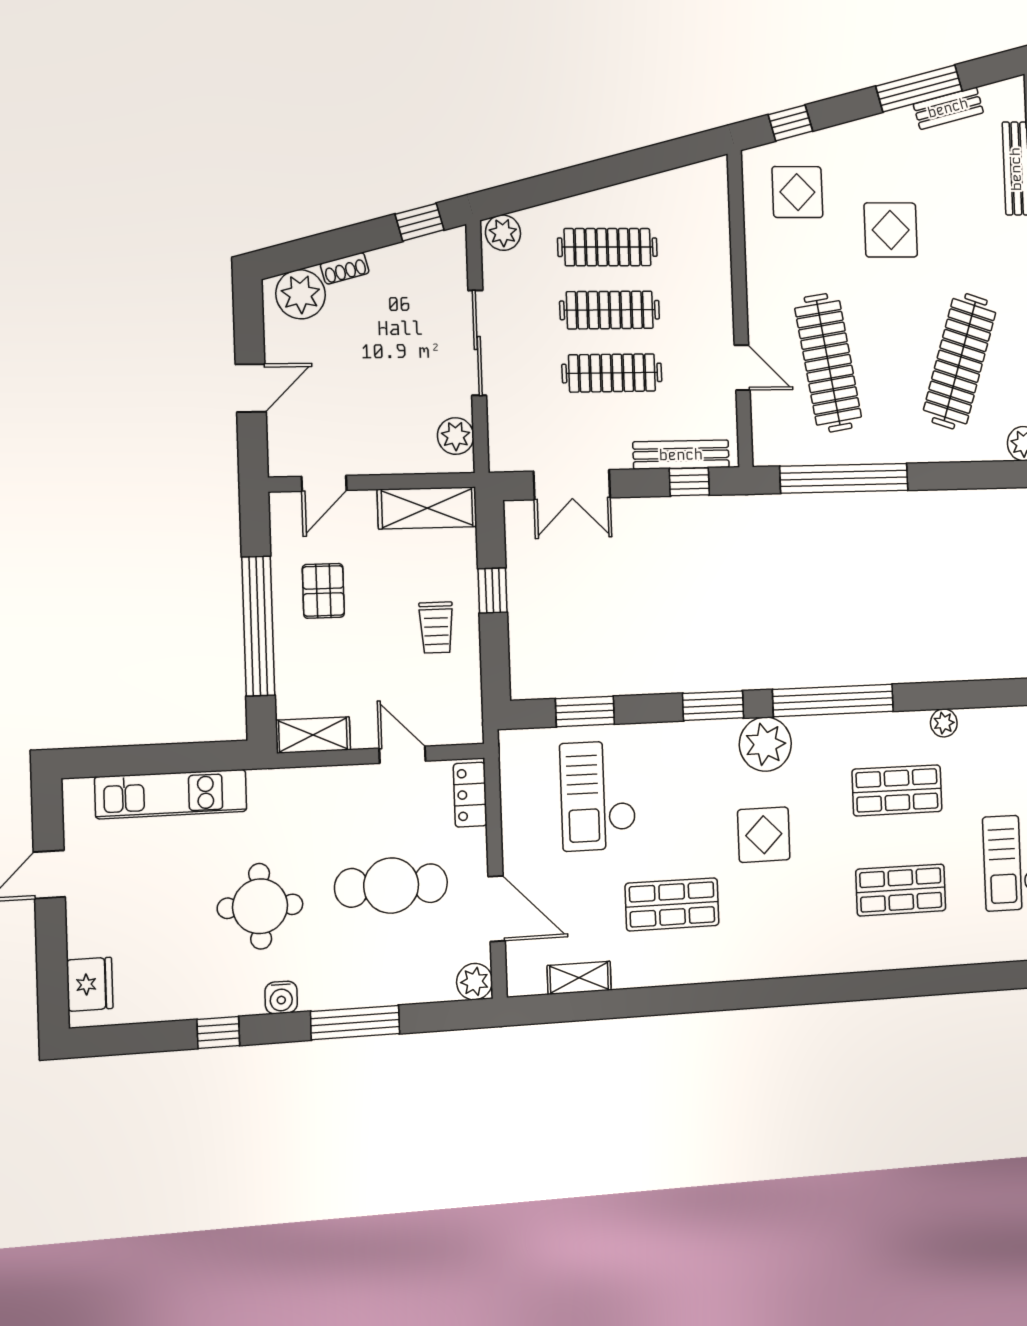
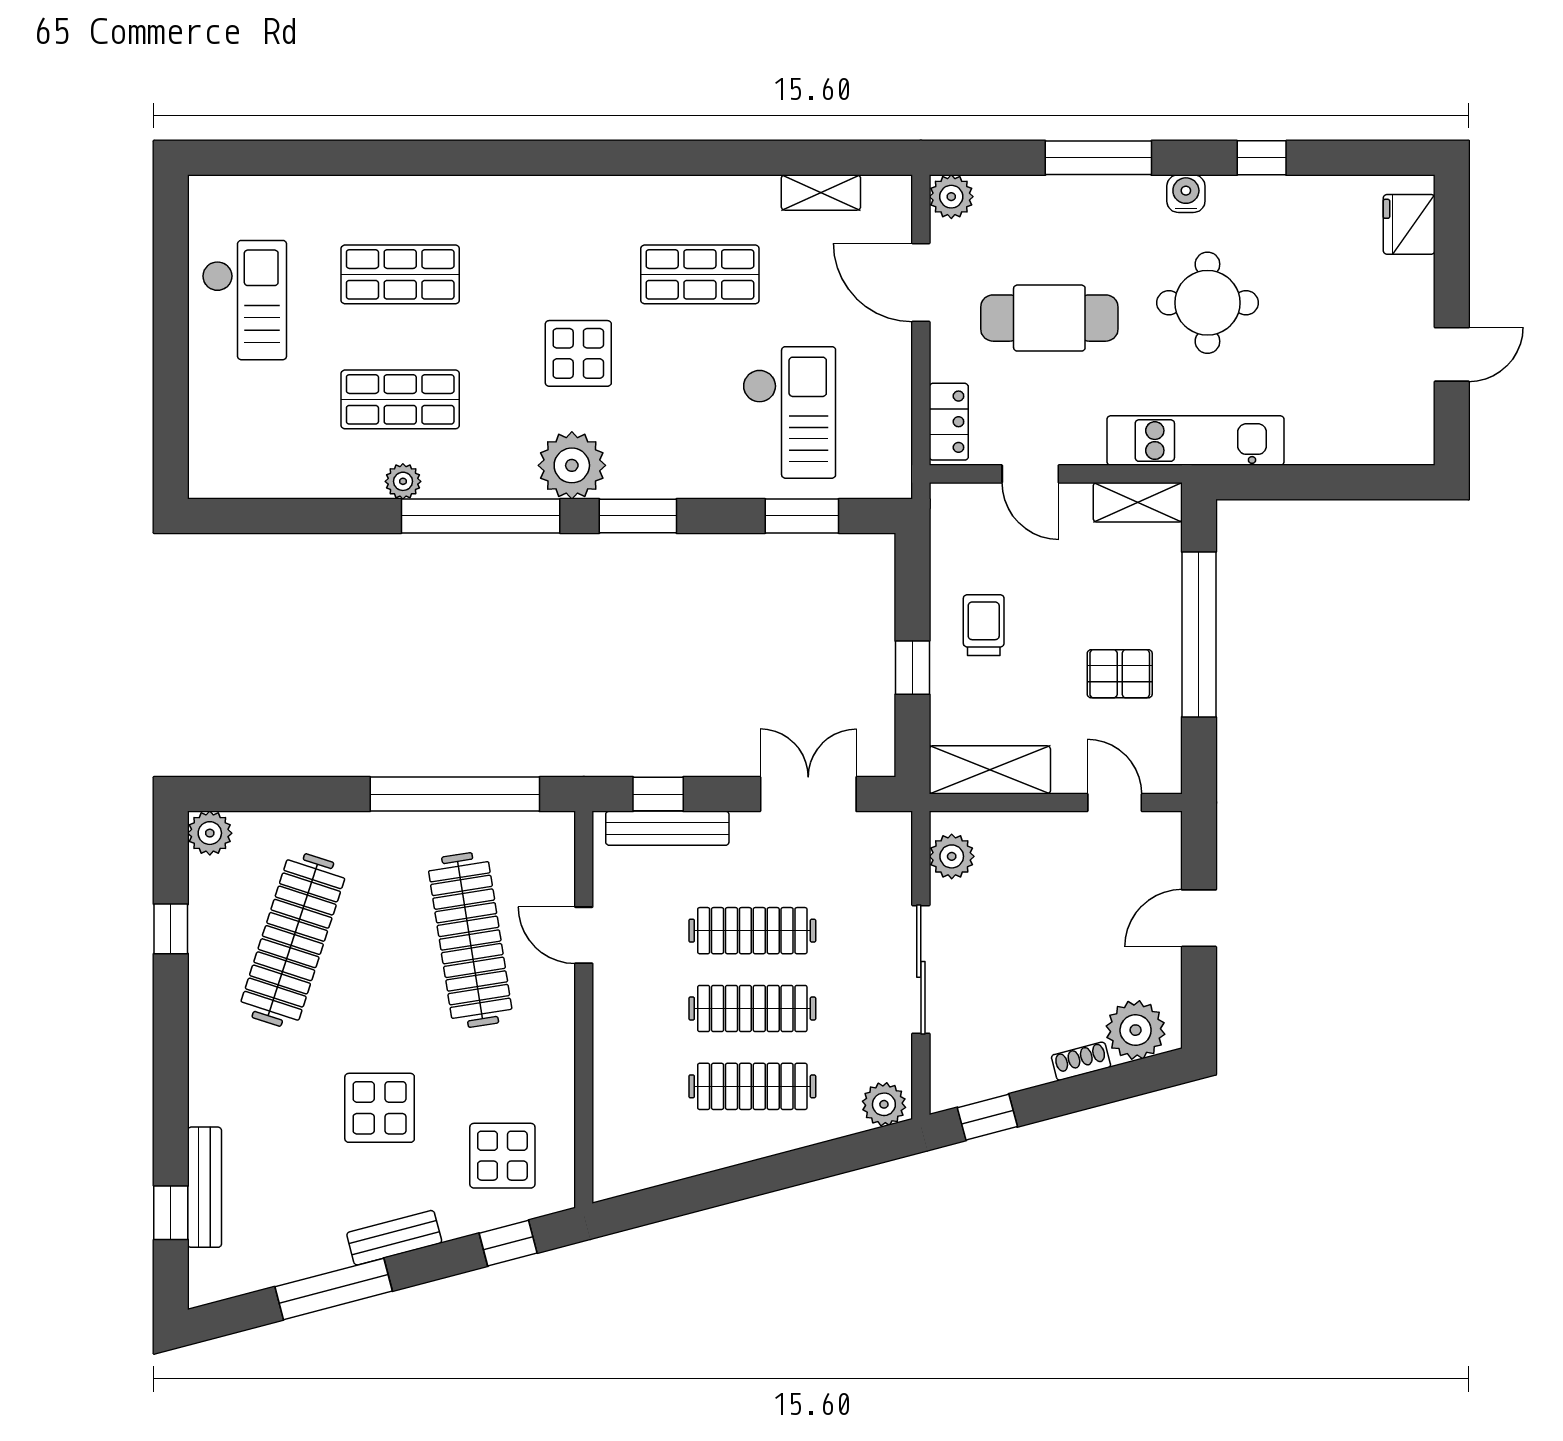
bench: (948, 108) -> (394, 1238), moved
door: (324, 483) -> (1115, 803), hinge flipped
pallet: (323, 591) -> (1120, 674), turned 90
plant: (944, 723) -> (403, 481), moved
kitchen unit: (171, 794) -> (1195, 441), moved

